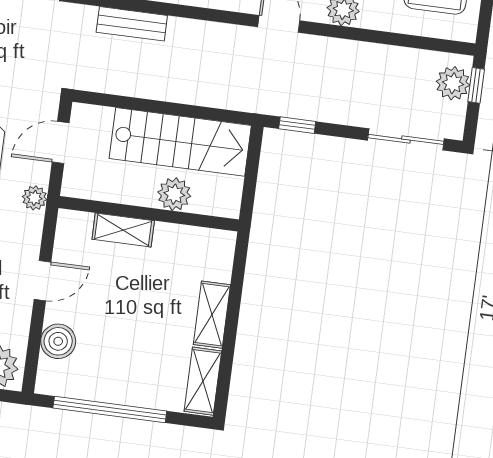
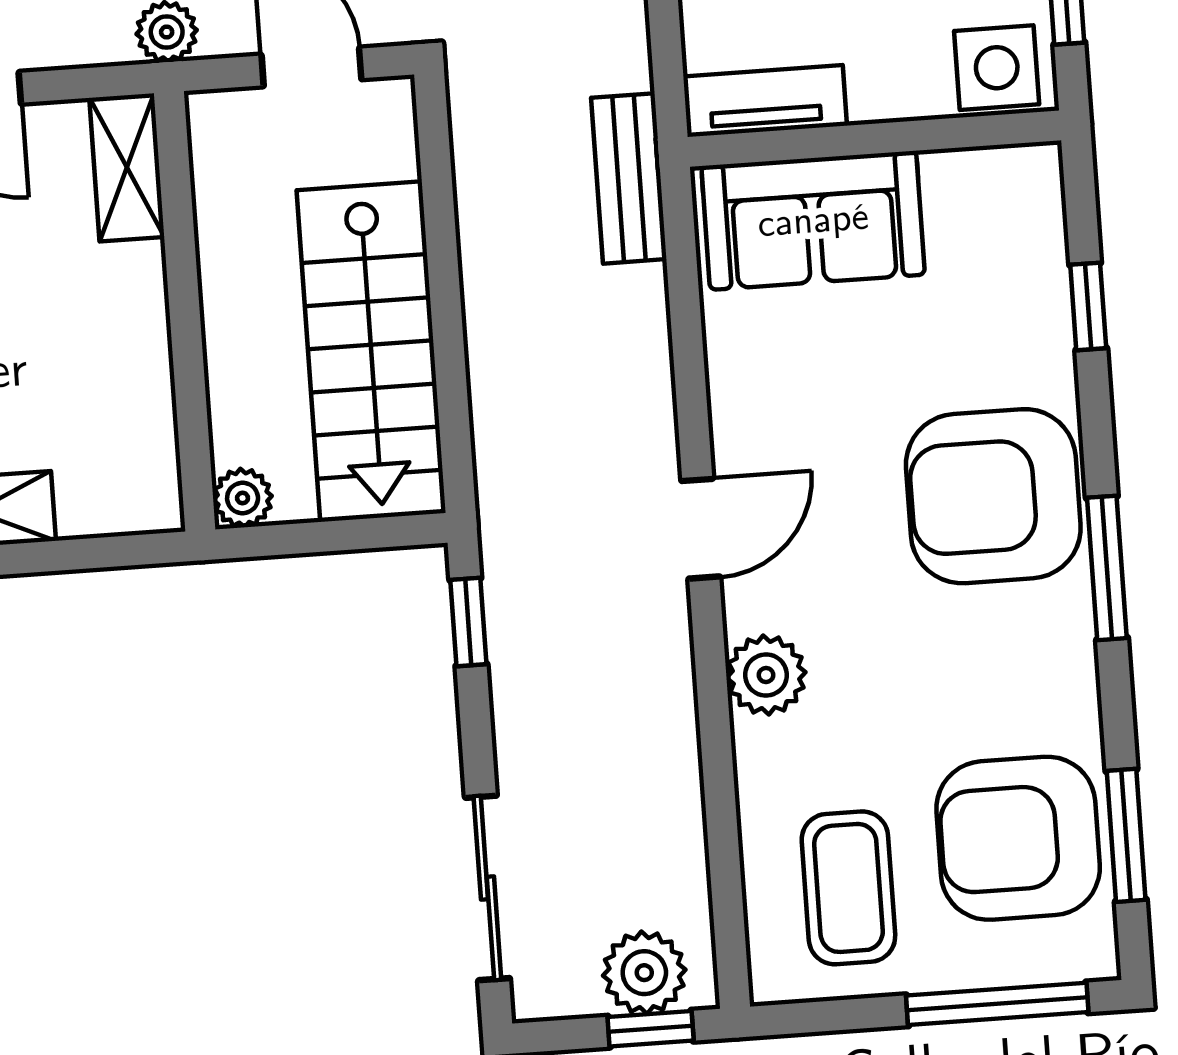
plant: (174, 194) -> (243, 498), moved, width x0.73, depth x0.73
shelving: (123, 230) -> (127, 167), moved

